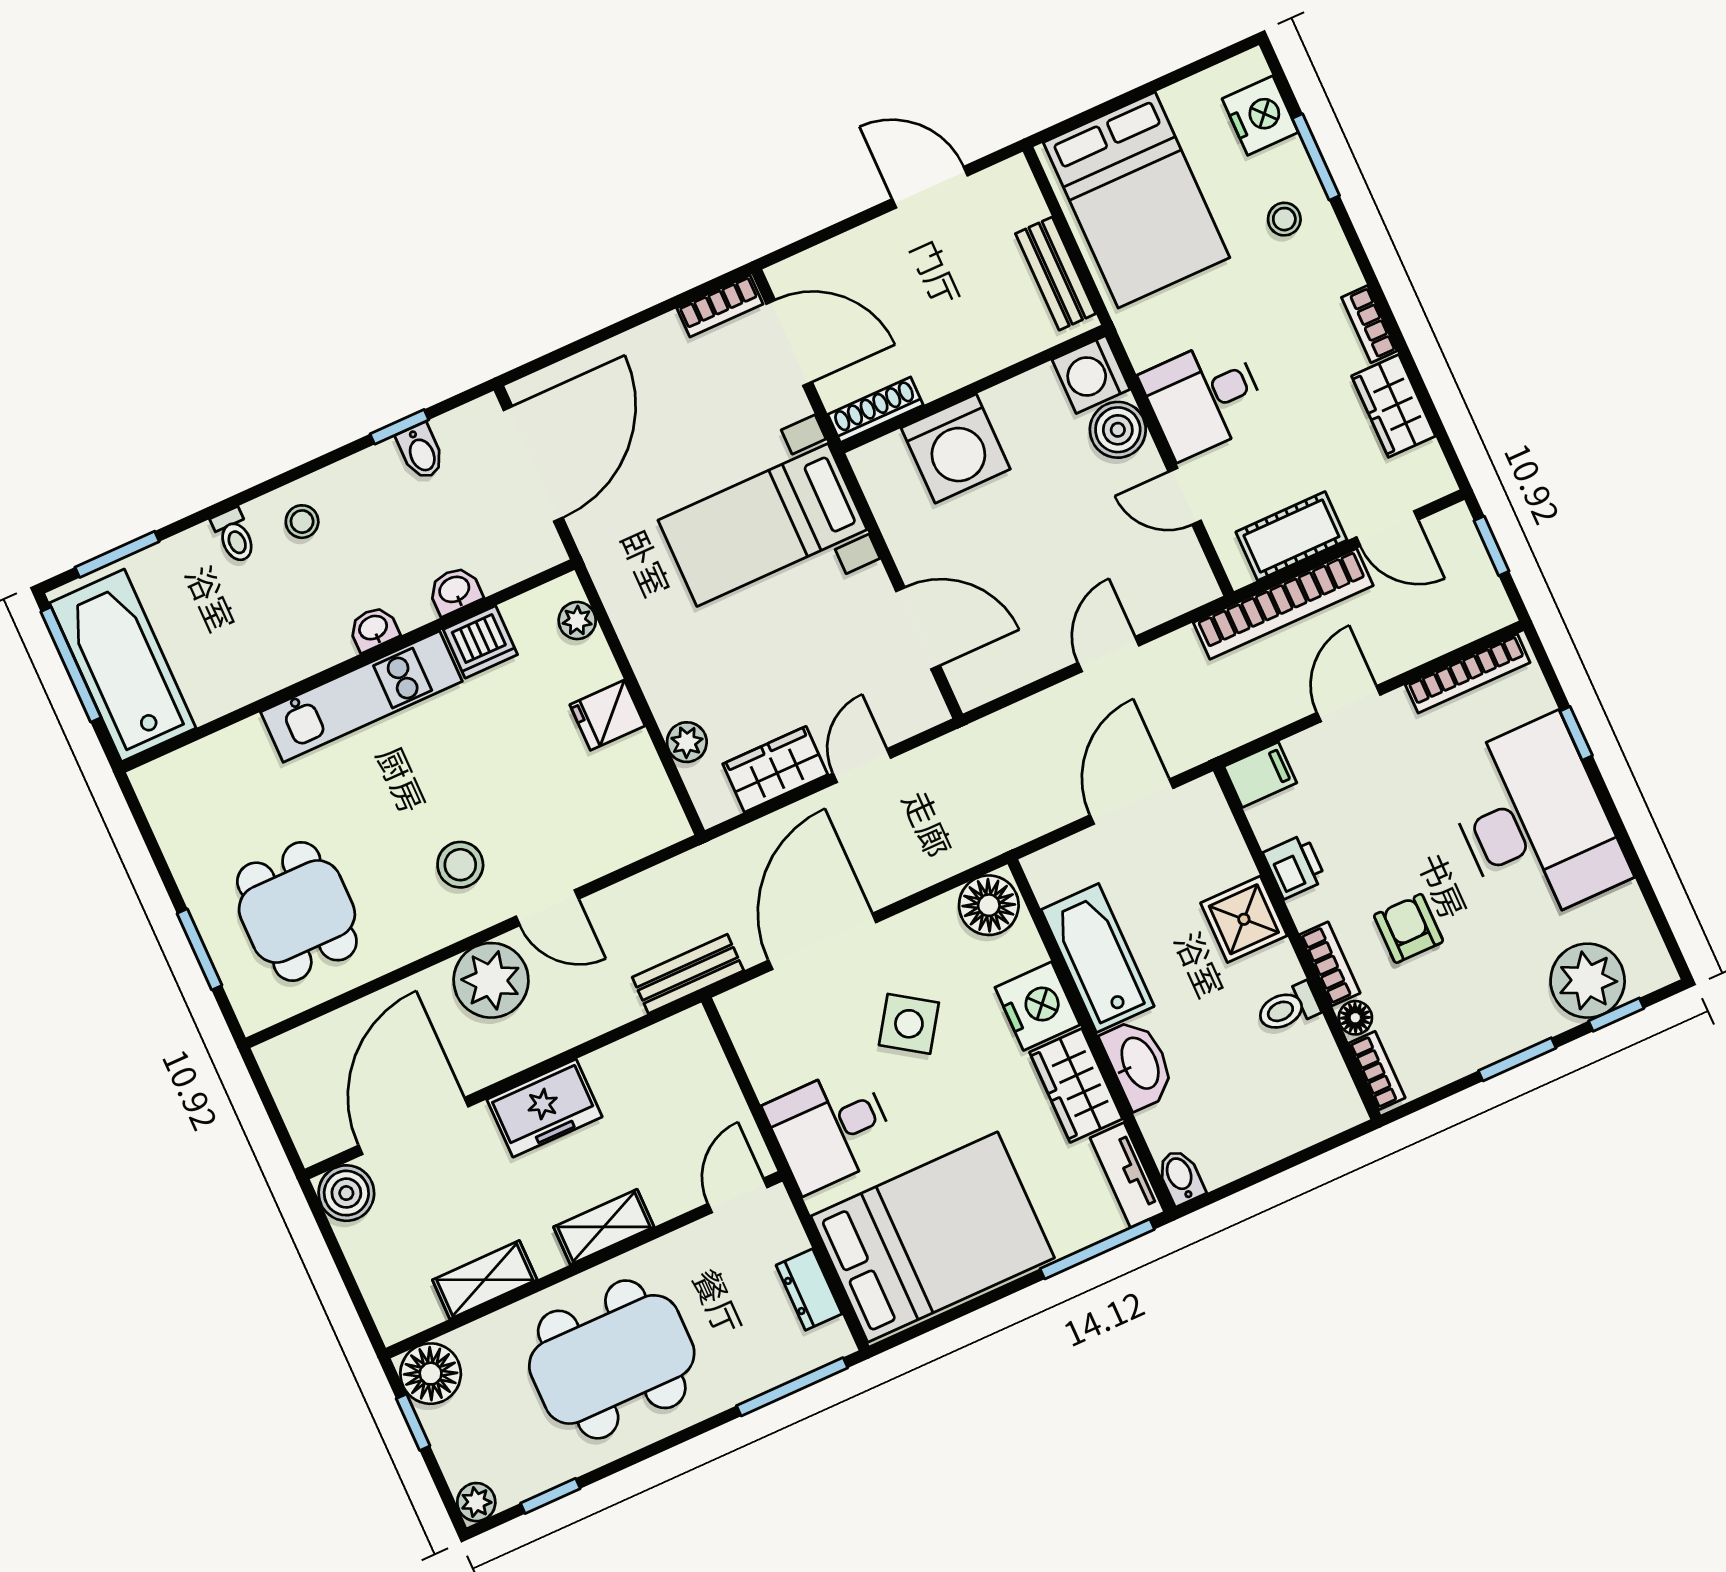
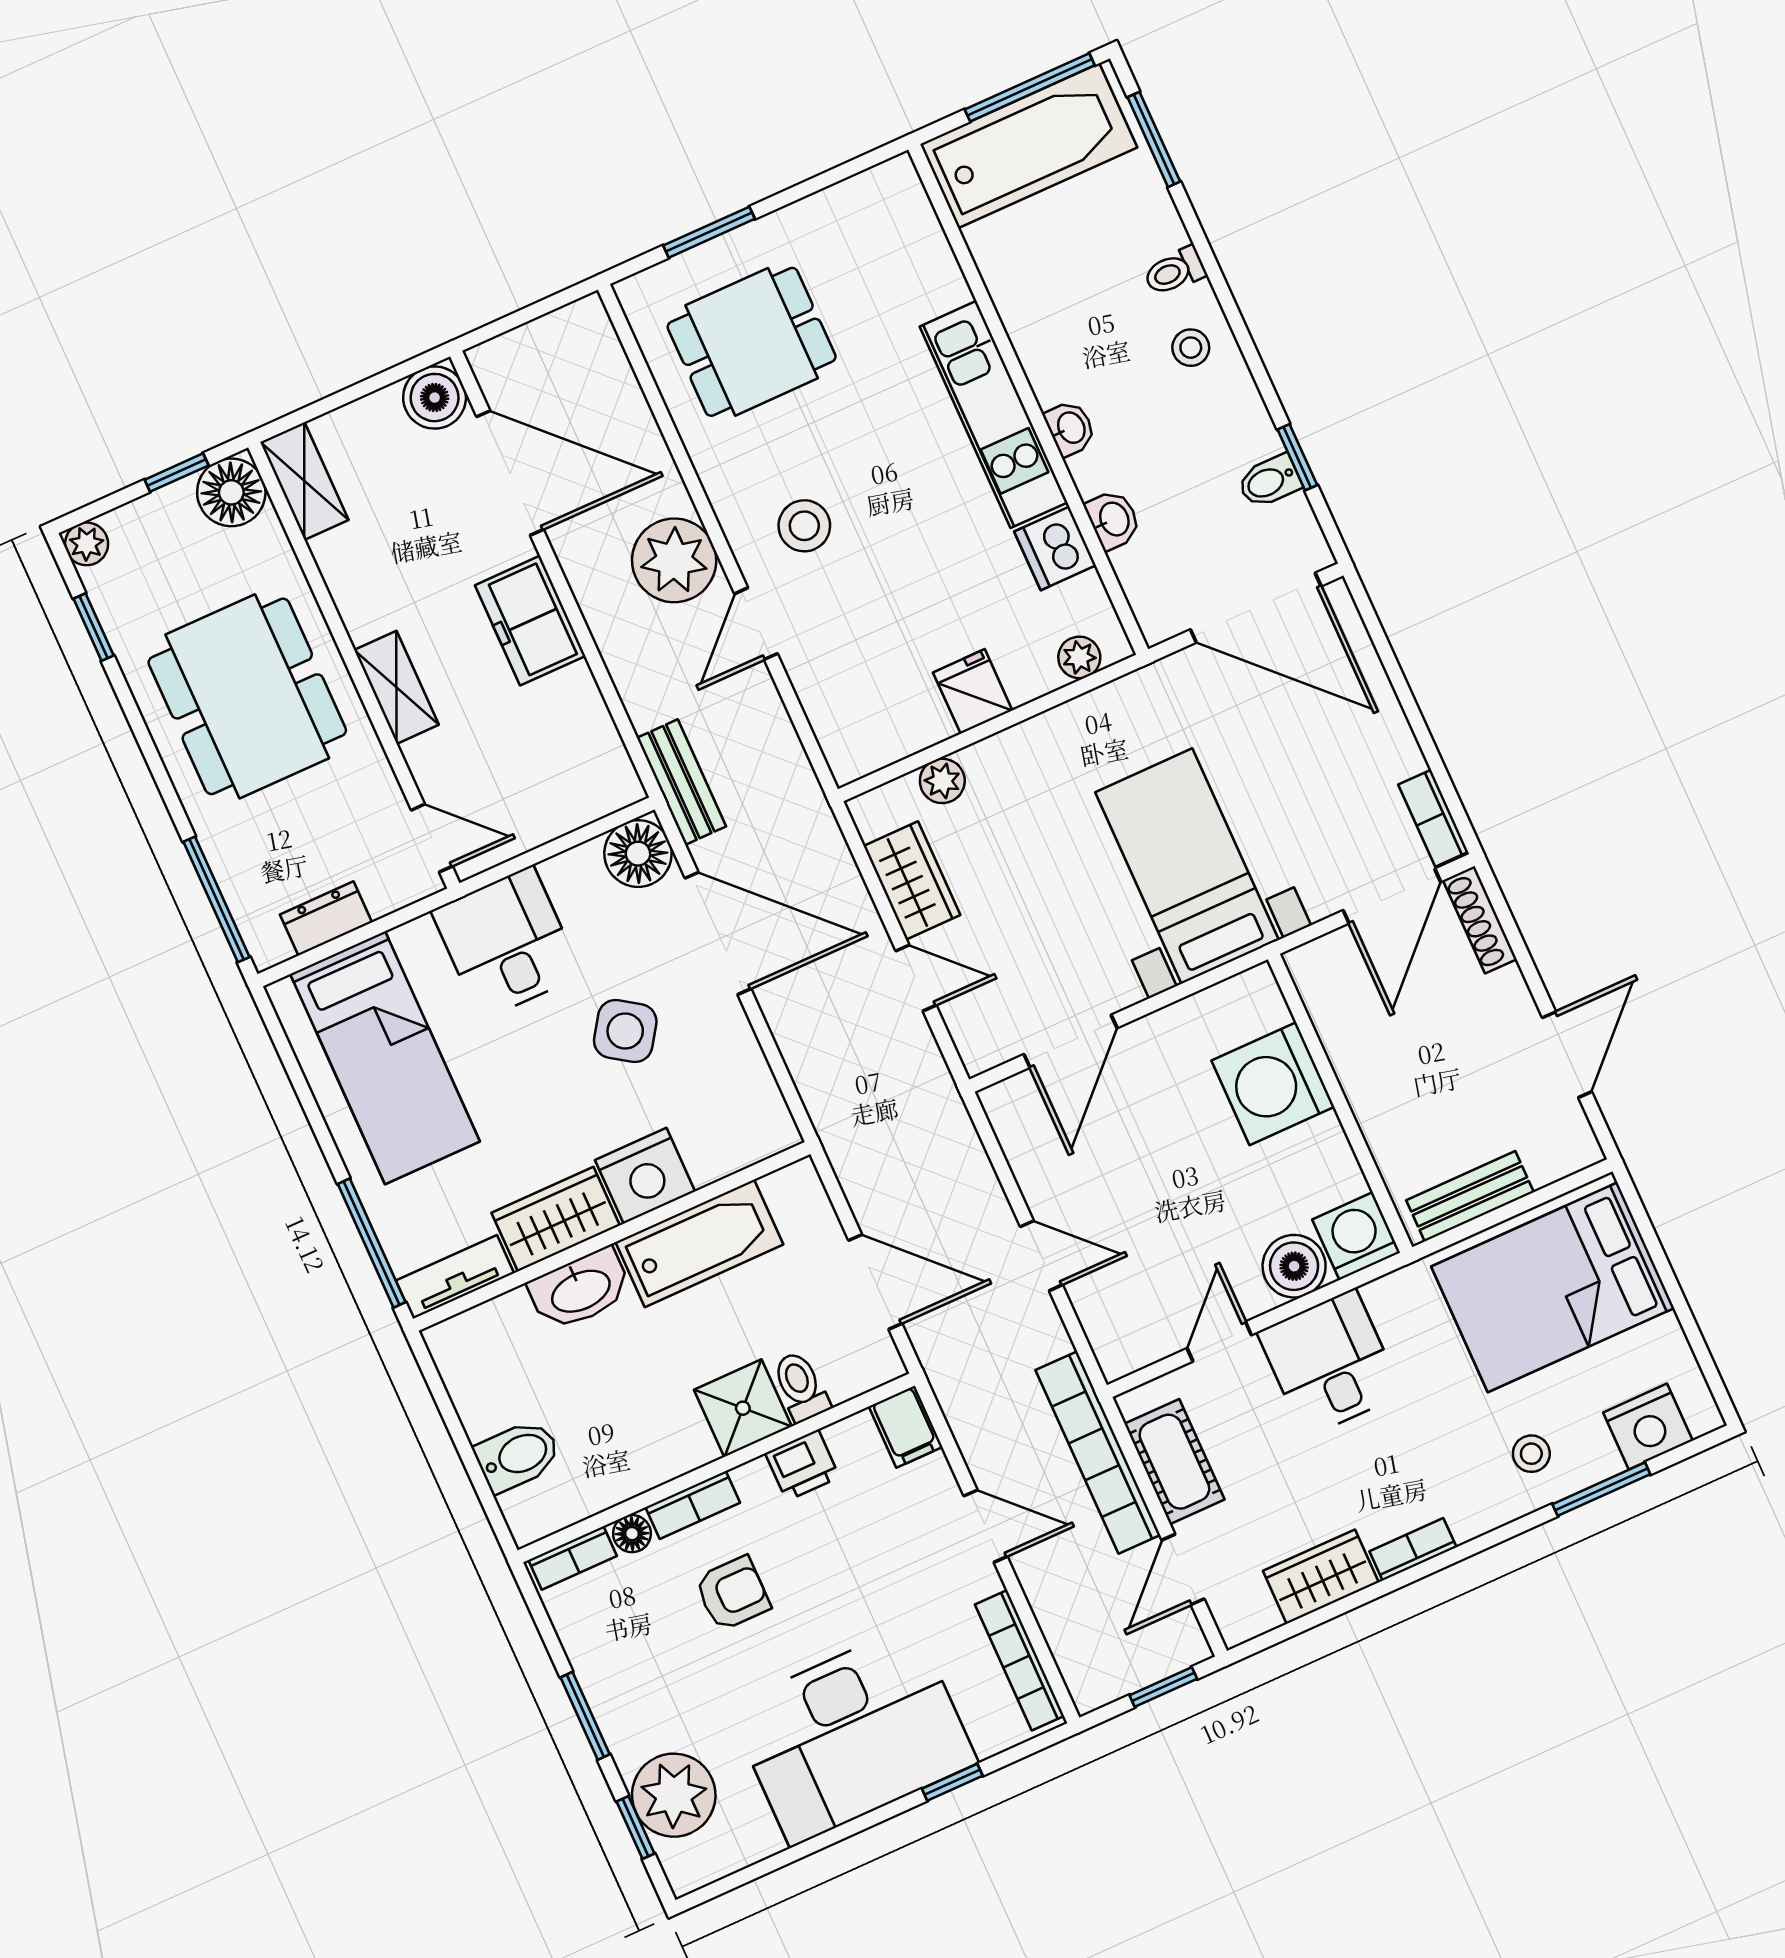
shoe rack: (876, 410) -> (1480, 920), moved, turned 180
floor lamp: (989, 905) -> (638, 854), moved
toilet: (1288, 1008) -> (801, 1387), moved
bidet: (1181, 1177) -> (518, 1456), moved, width x1.38, depth x1.36
bed: (933, 1237) -> (385, 1058), width x0.67
shelving: (485, 1280) -> (304, 481), moved

